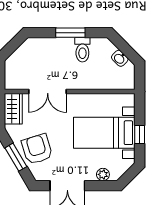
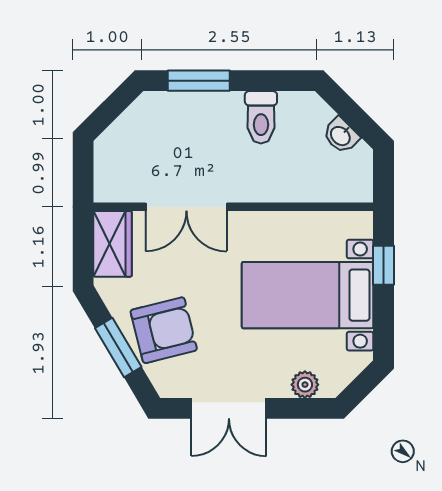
window: (70, 33) -> (199, 81), moved
window: (140, 134) -> (384, 265), moved
armchair: (37, 149) -> (164, 330), turned 93

